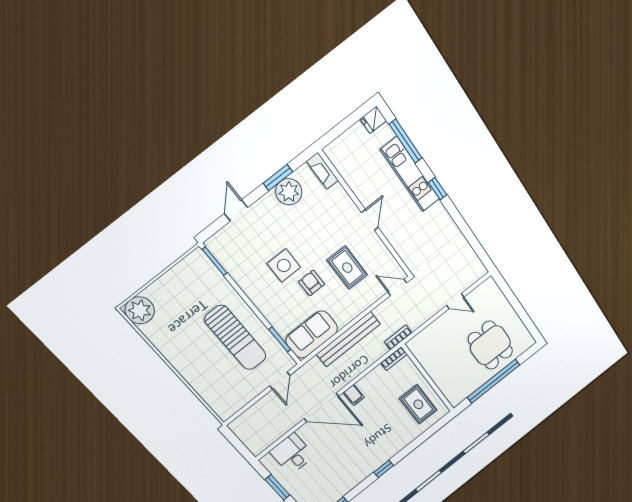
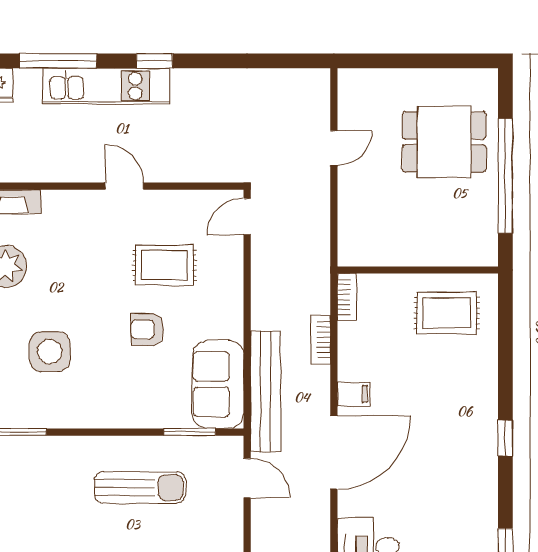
side table: (284, 265) -> (50, 352), moved
bookcase: (398, 337) -> (321, 340), moved
sun lounger: (236, 338) -> (140, 488), width x0.73, depth x0.75
bench: (348, 339) -> (266, 392), moved

